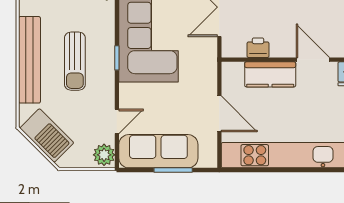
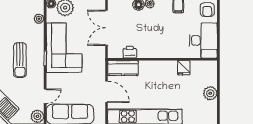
door: (313, 60) -> (163, 59), removed
kitchen counter: (270, 74) -> (123, 68), moved

